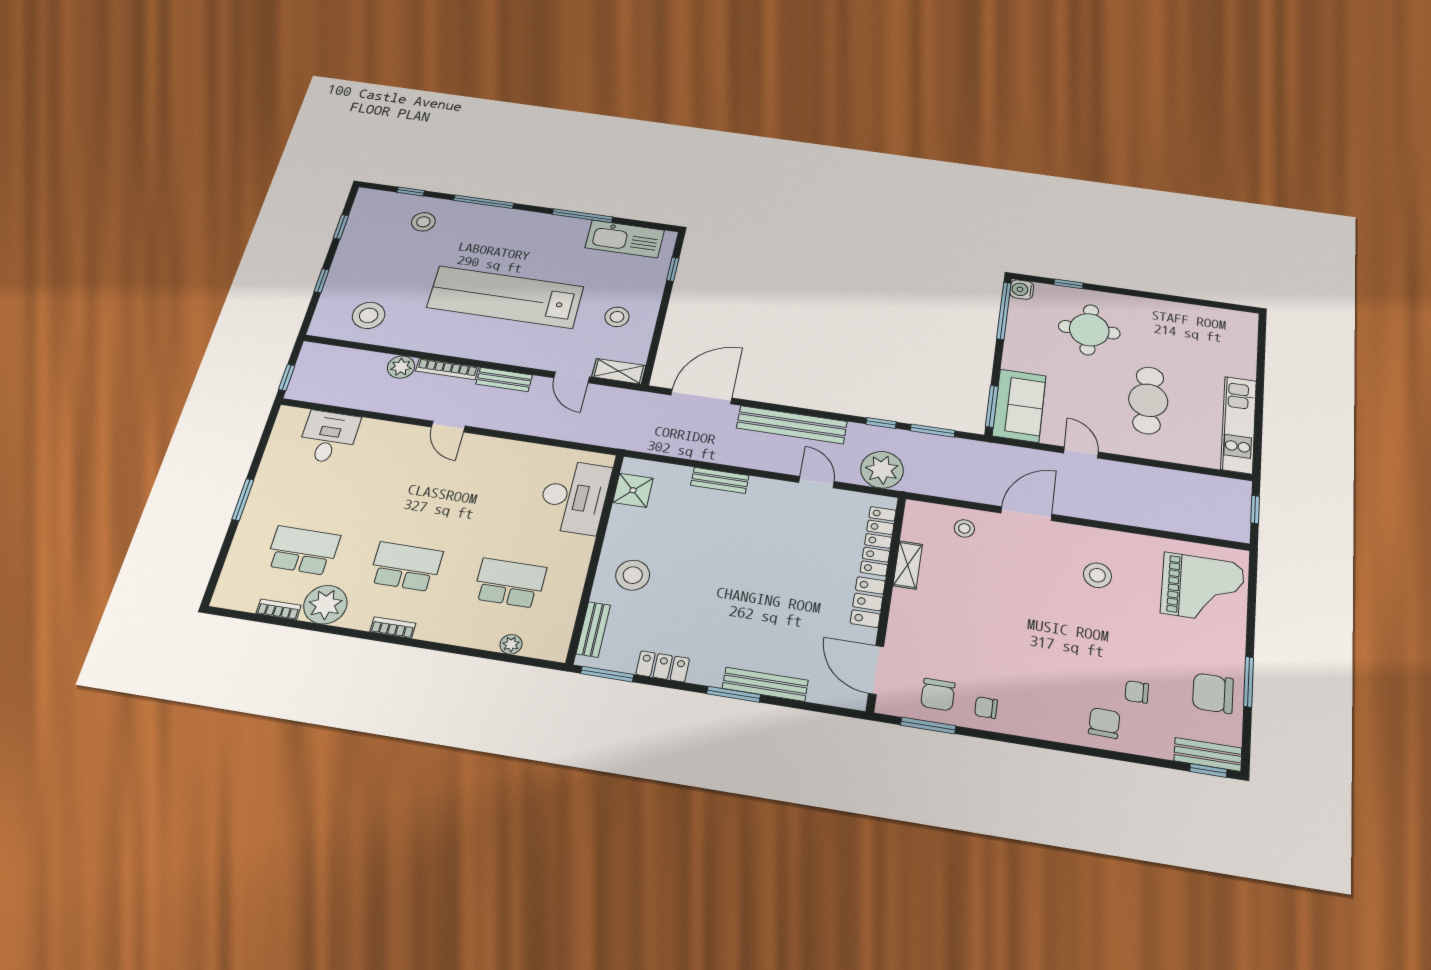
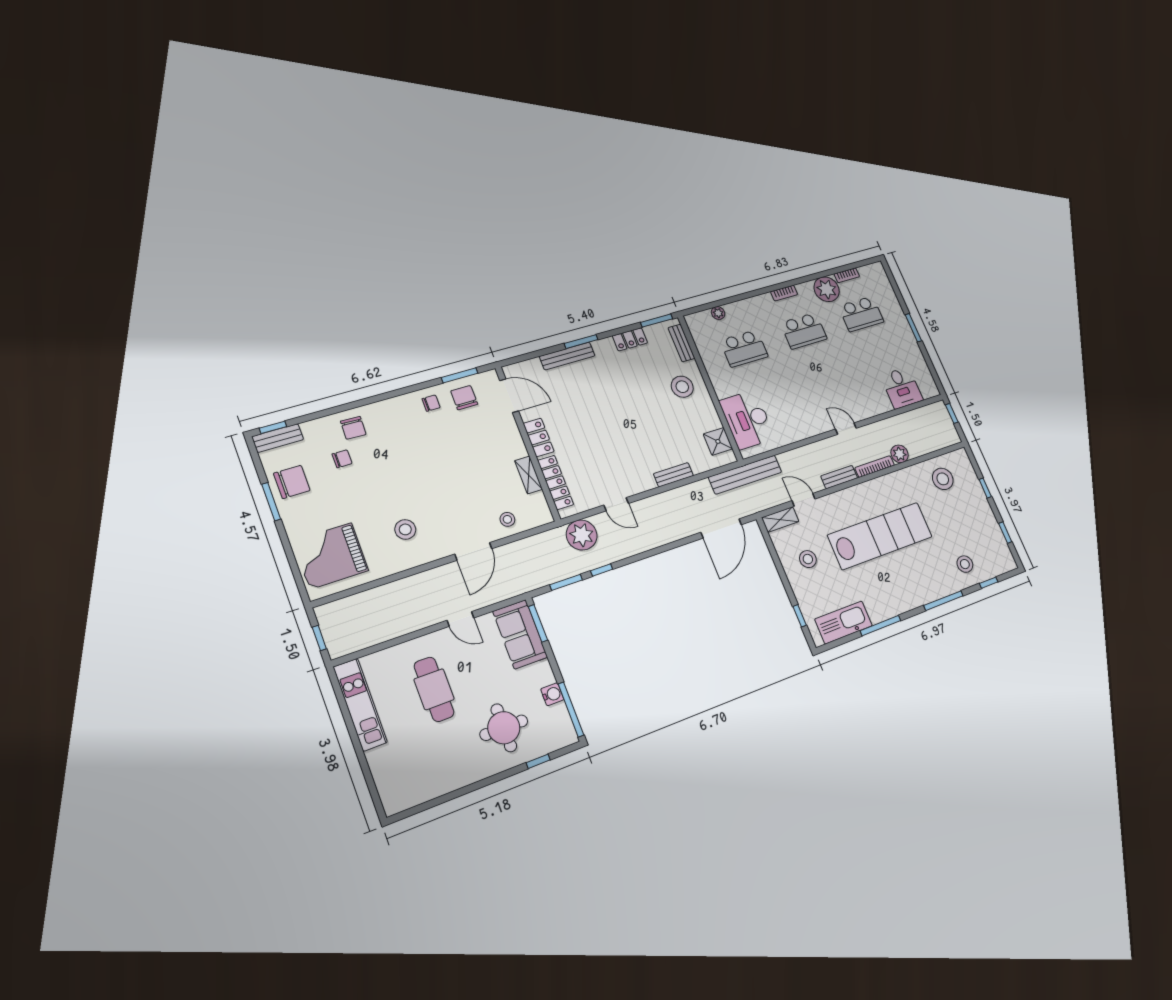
water cooler: (1022, 290) -> (552, 694), moved
bench: (792, 425) -> (745, 475), moved

